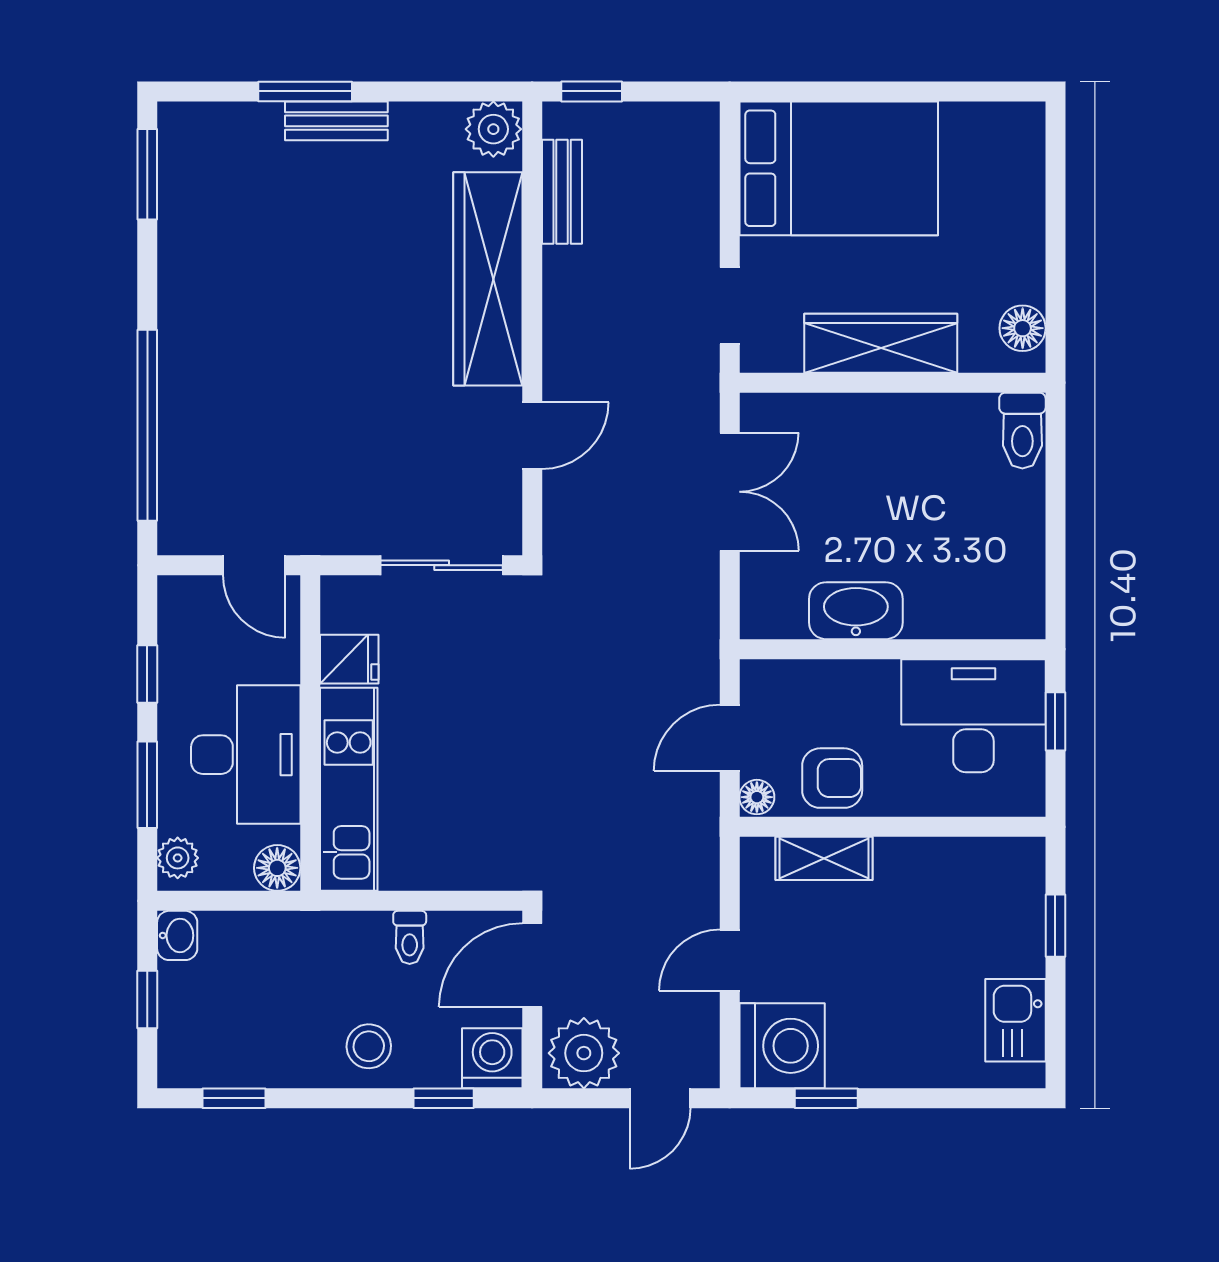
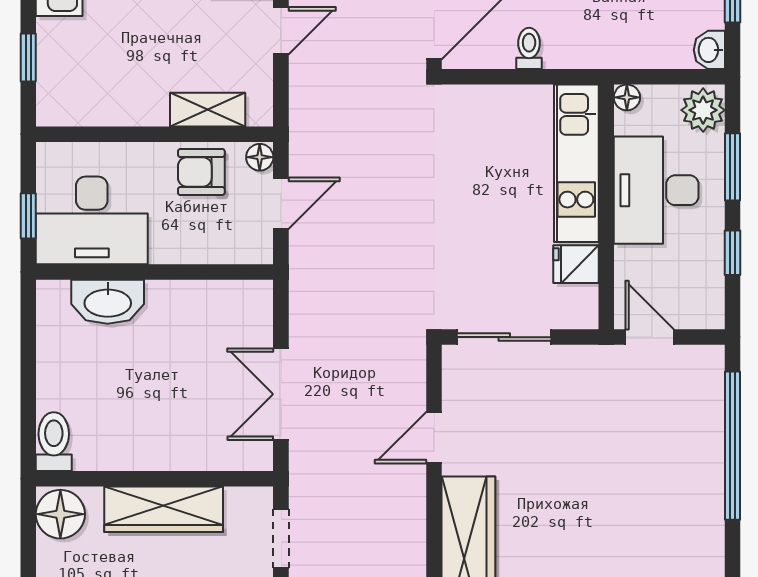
floor lamp: (1023, 328) -> (60, 514), width x1.38, depth x1.38
washbasin: (856, 611) -> (108, 302), moved
plant: (178, 858) -> (703, 110), width x1.38, depth x1.38
floor lamp: (277, 868) -> (627, 97), width x0.73, depth x0.73

